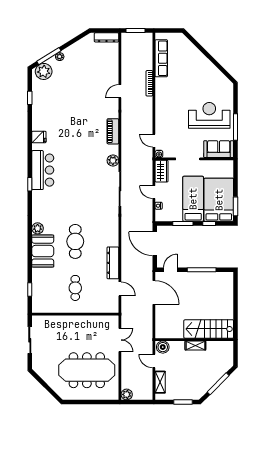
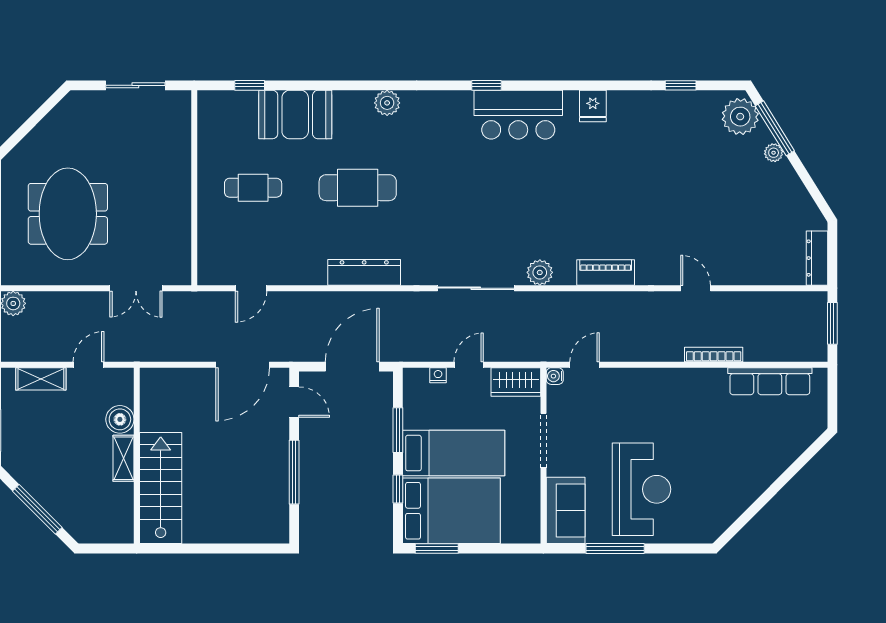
booth: (43, 251) -> (295, 115), moved
dresser: (113, 263) -> (364, 272), moved
boiler: (163, 347) -> (120, 419), moved
meeting table: (87, 370) -> (68, 214), width x0.73

